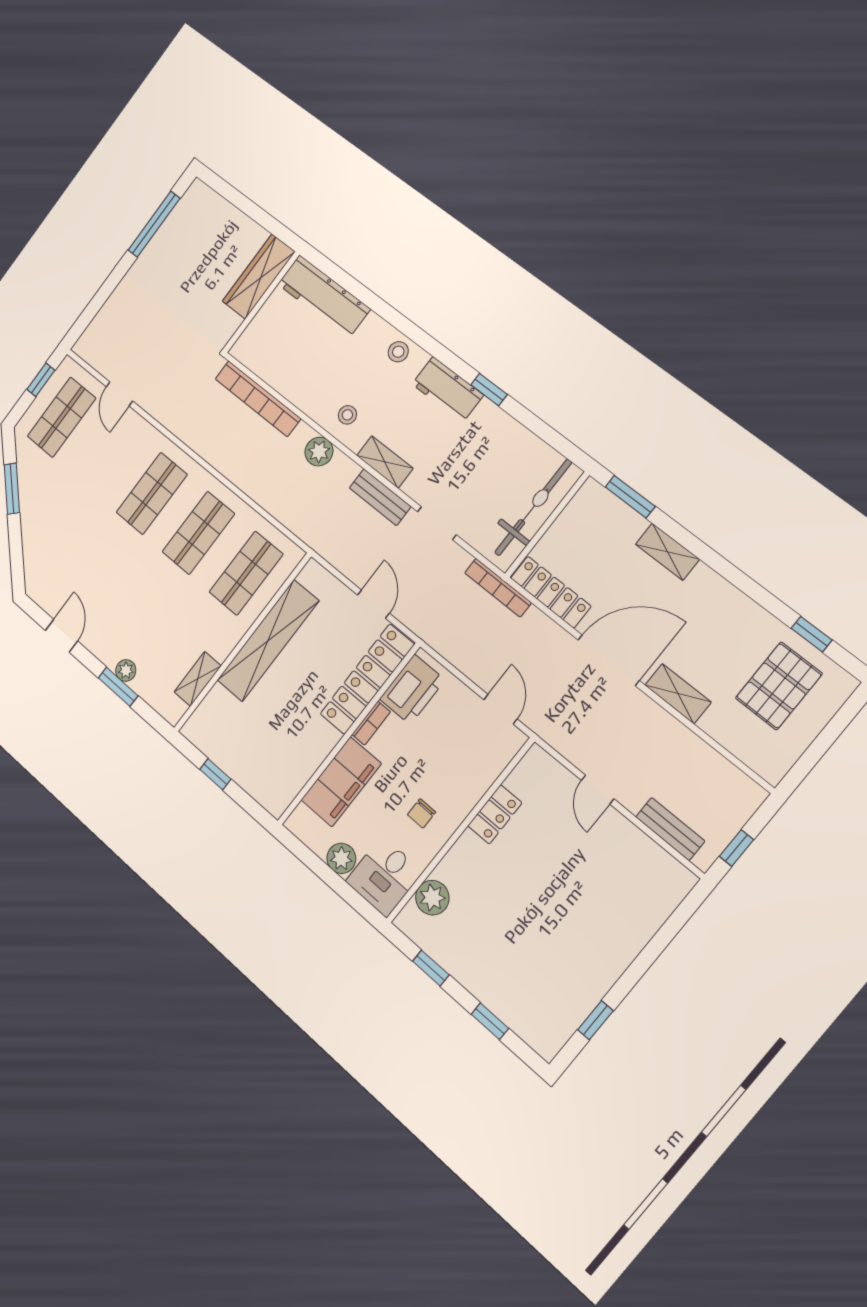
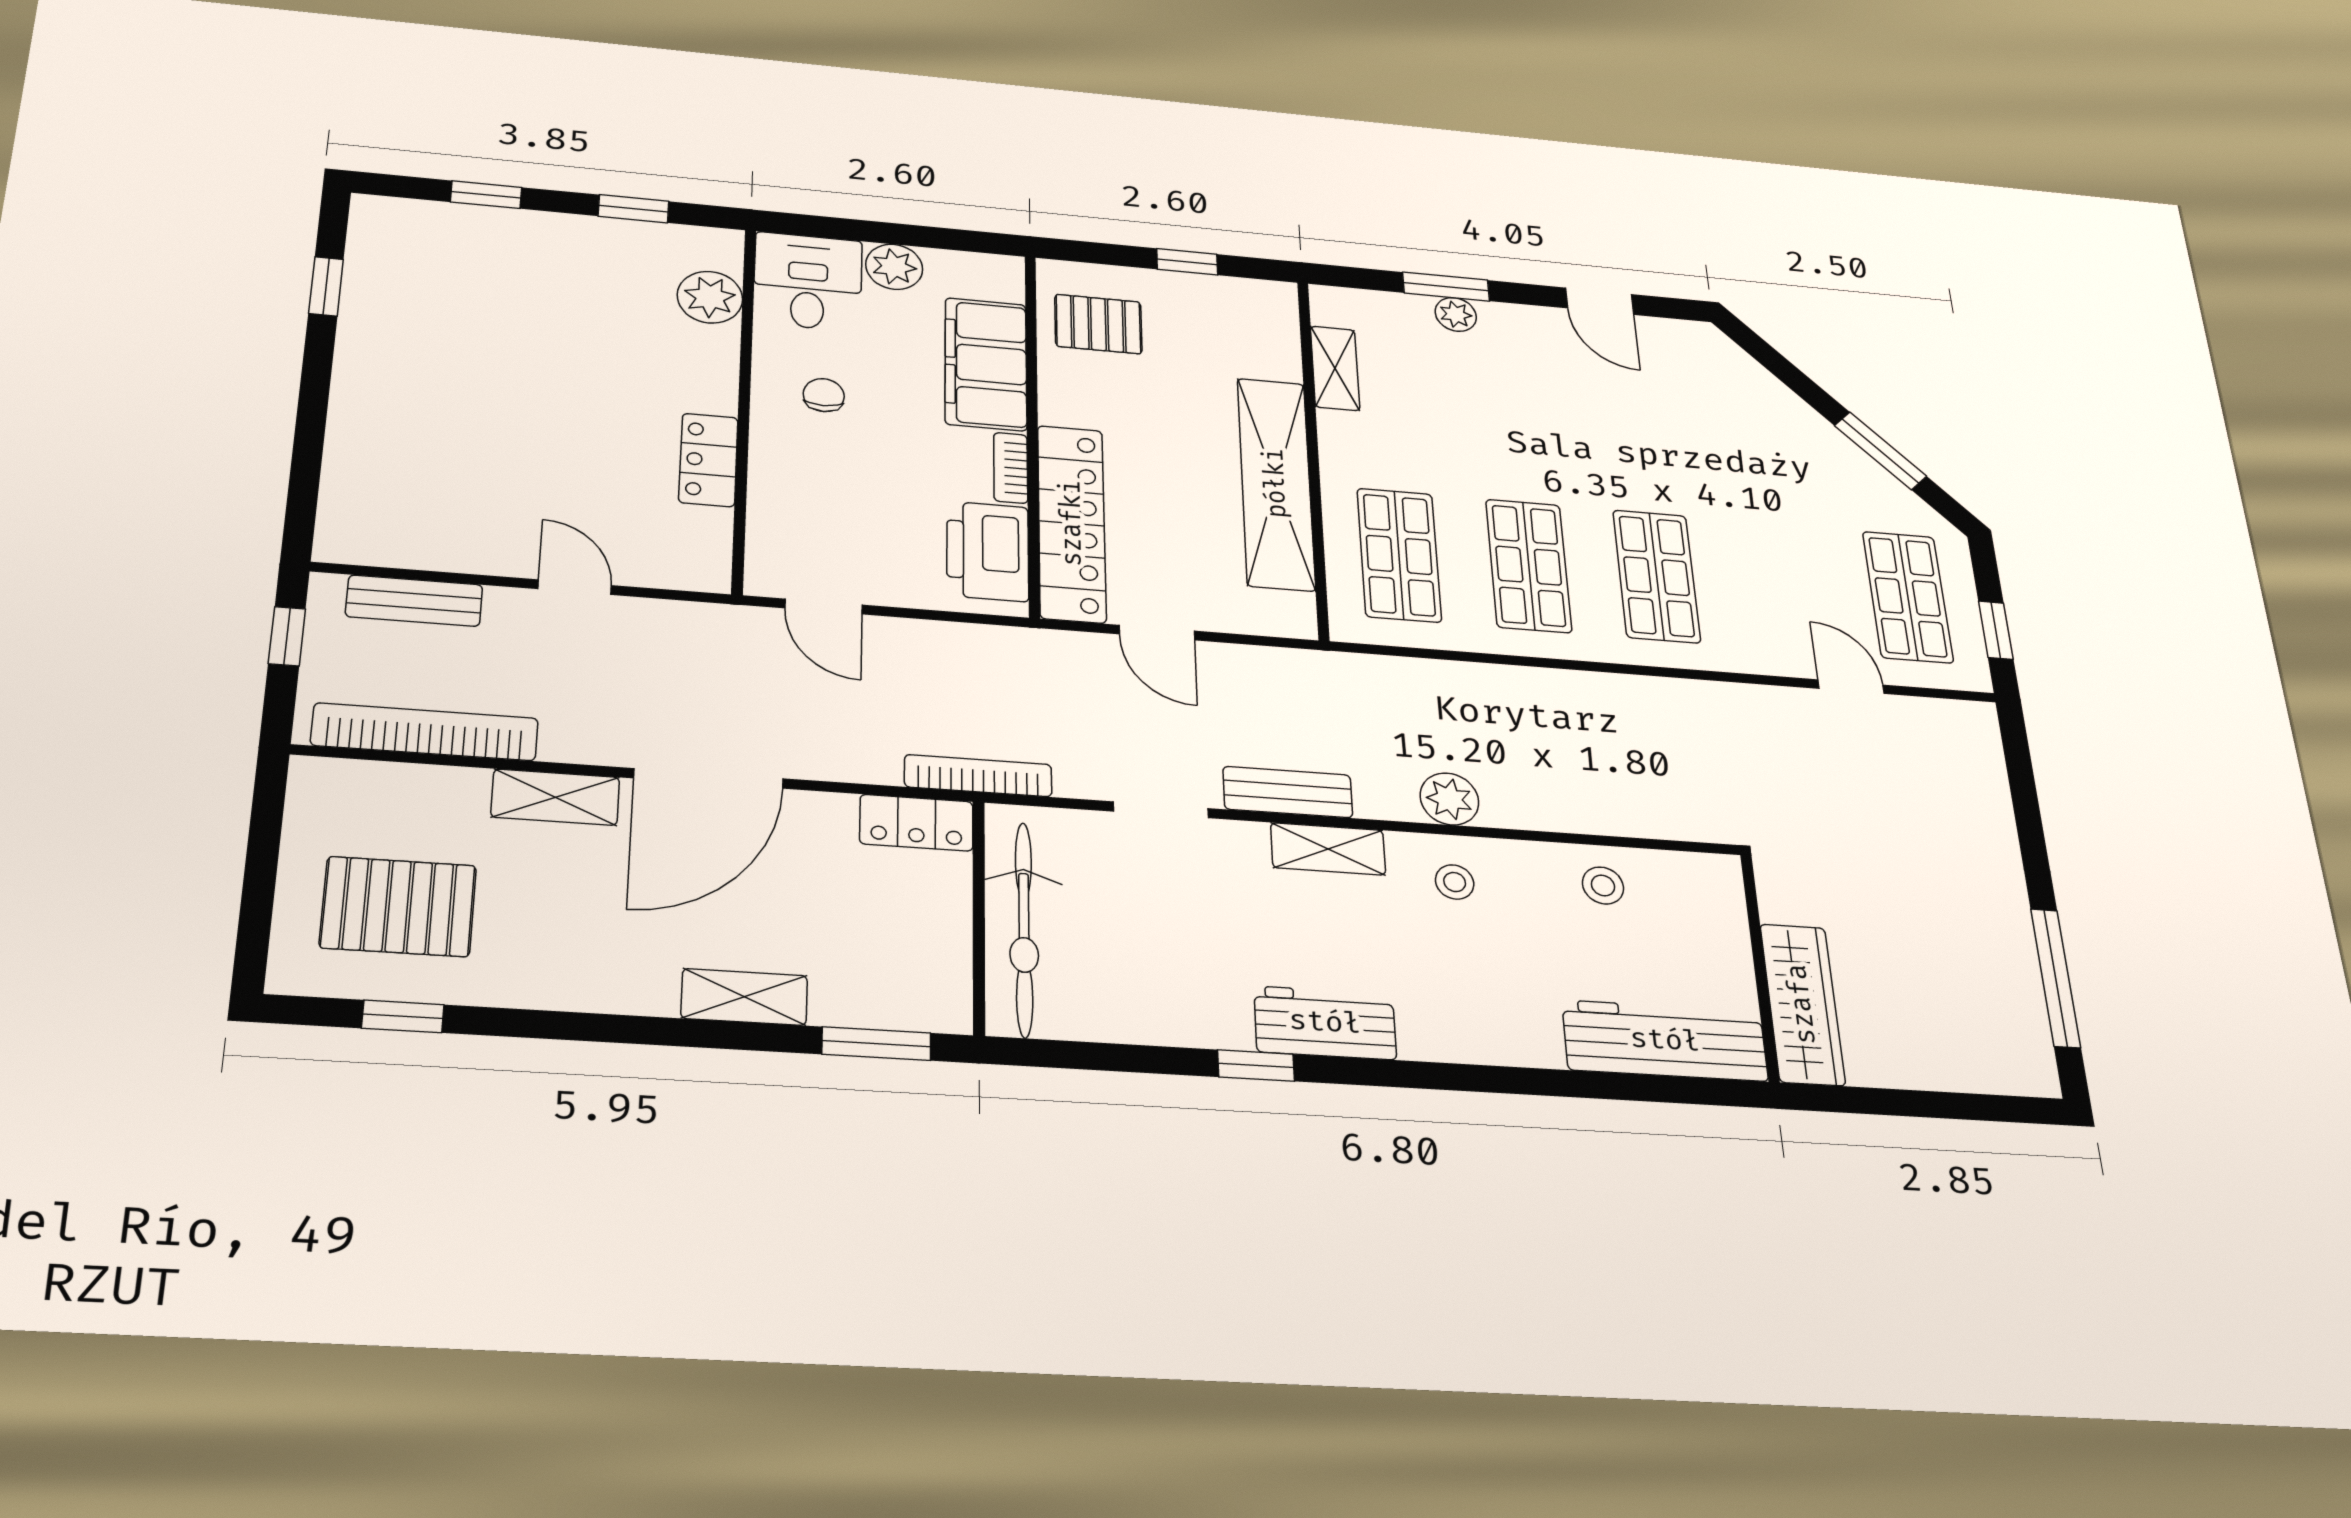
stool: (398, 352) -> (1603, 885), moved
bookcase: (258, 399) -> (425, 732), moved
locker: (551, 592) -> (916, 823), width x0.66
pallet: (779, 686) -> (398, 906), turned 90
pallet: (278, 769) -> (1098, 324), added

